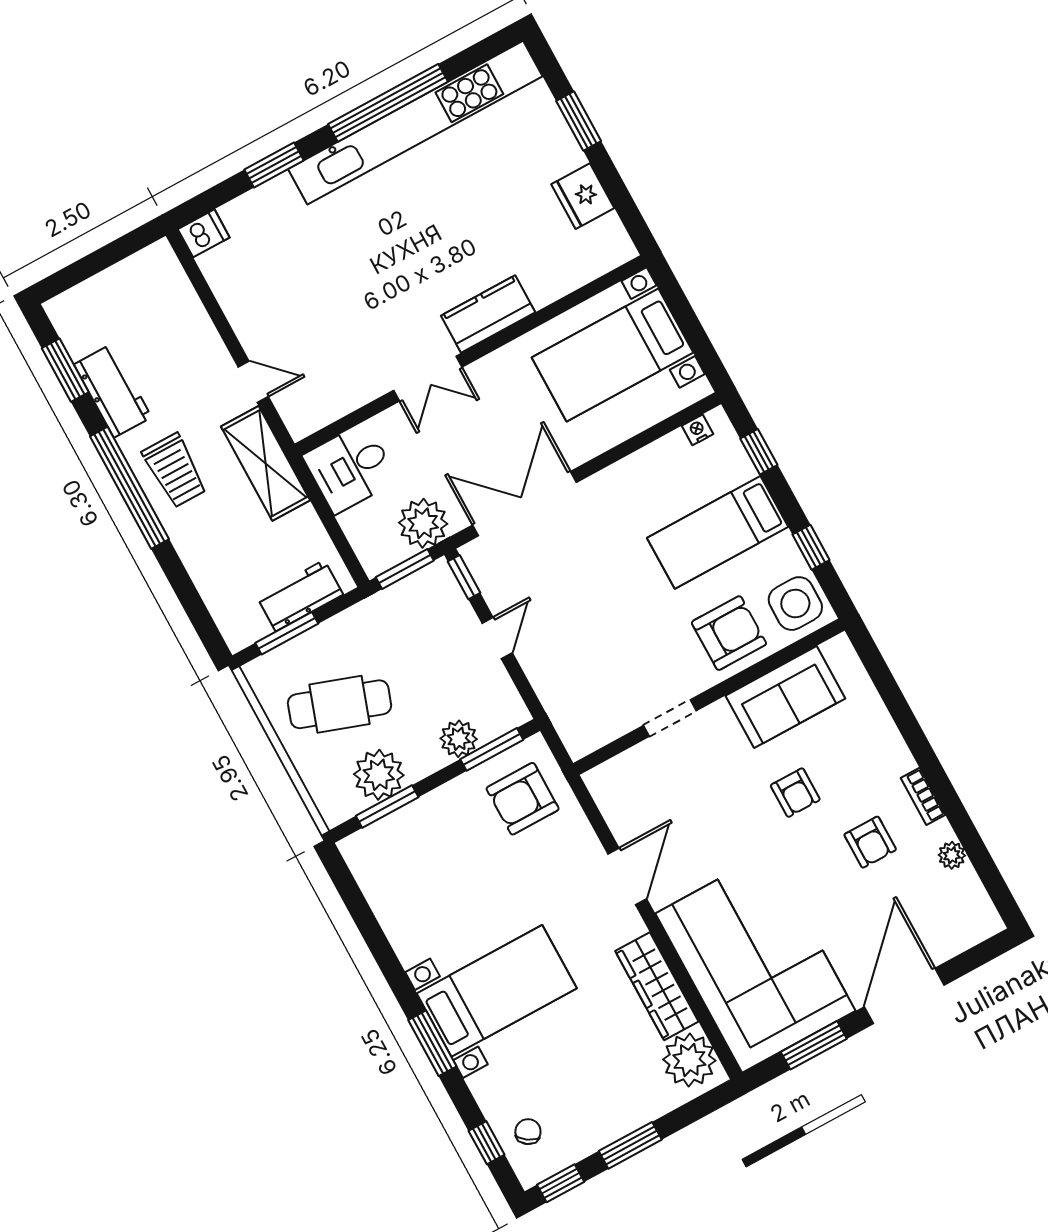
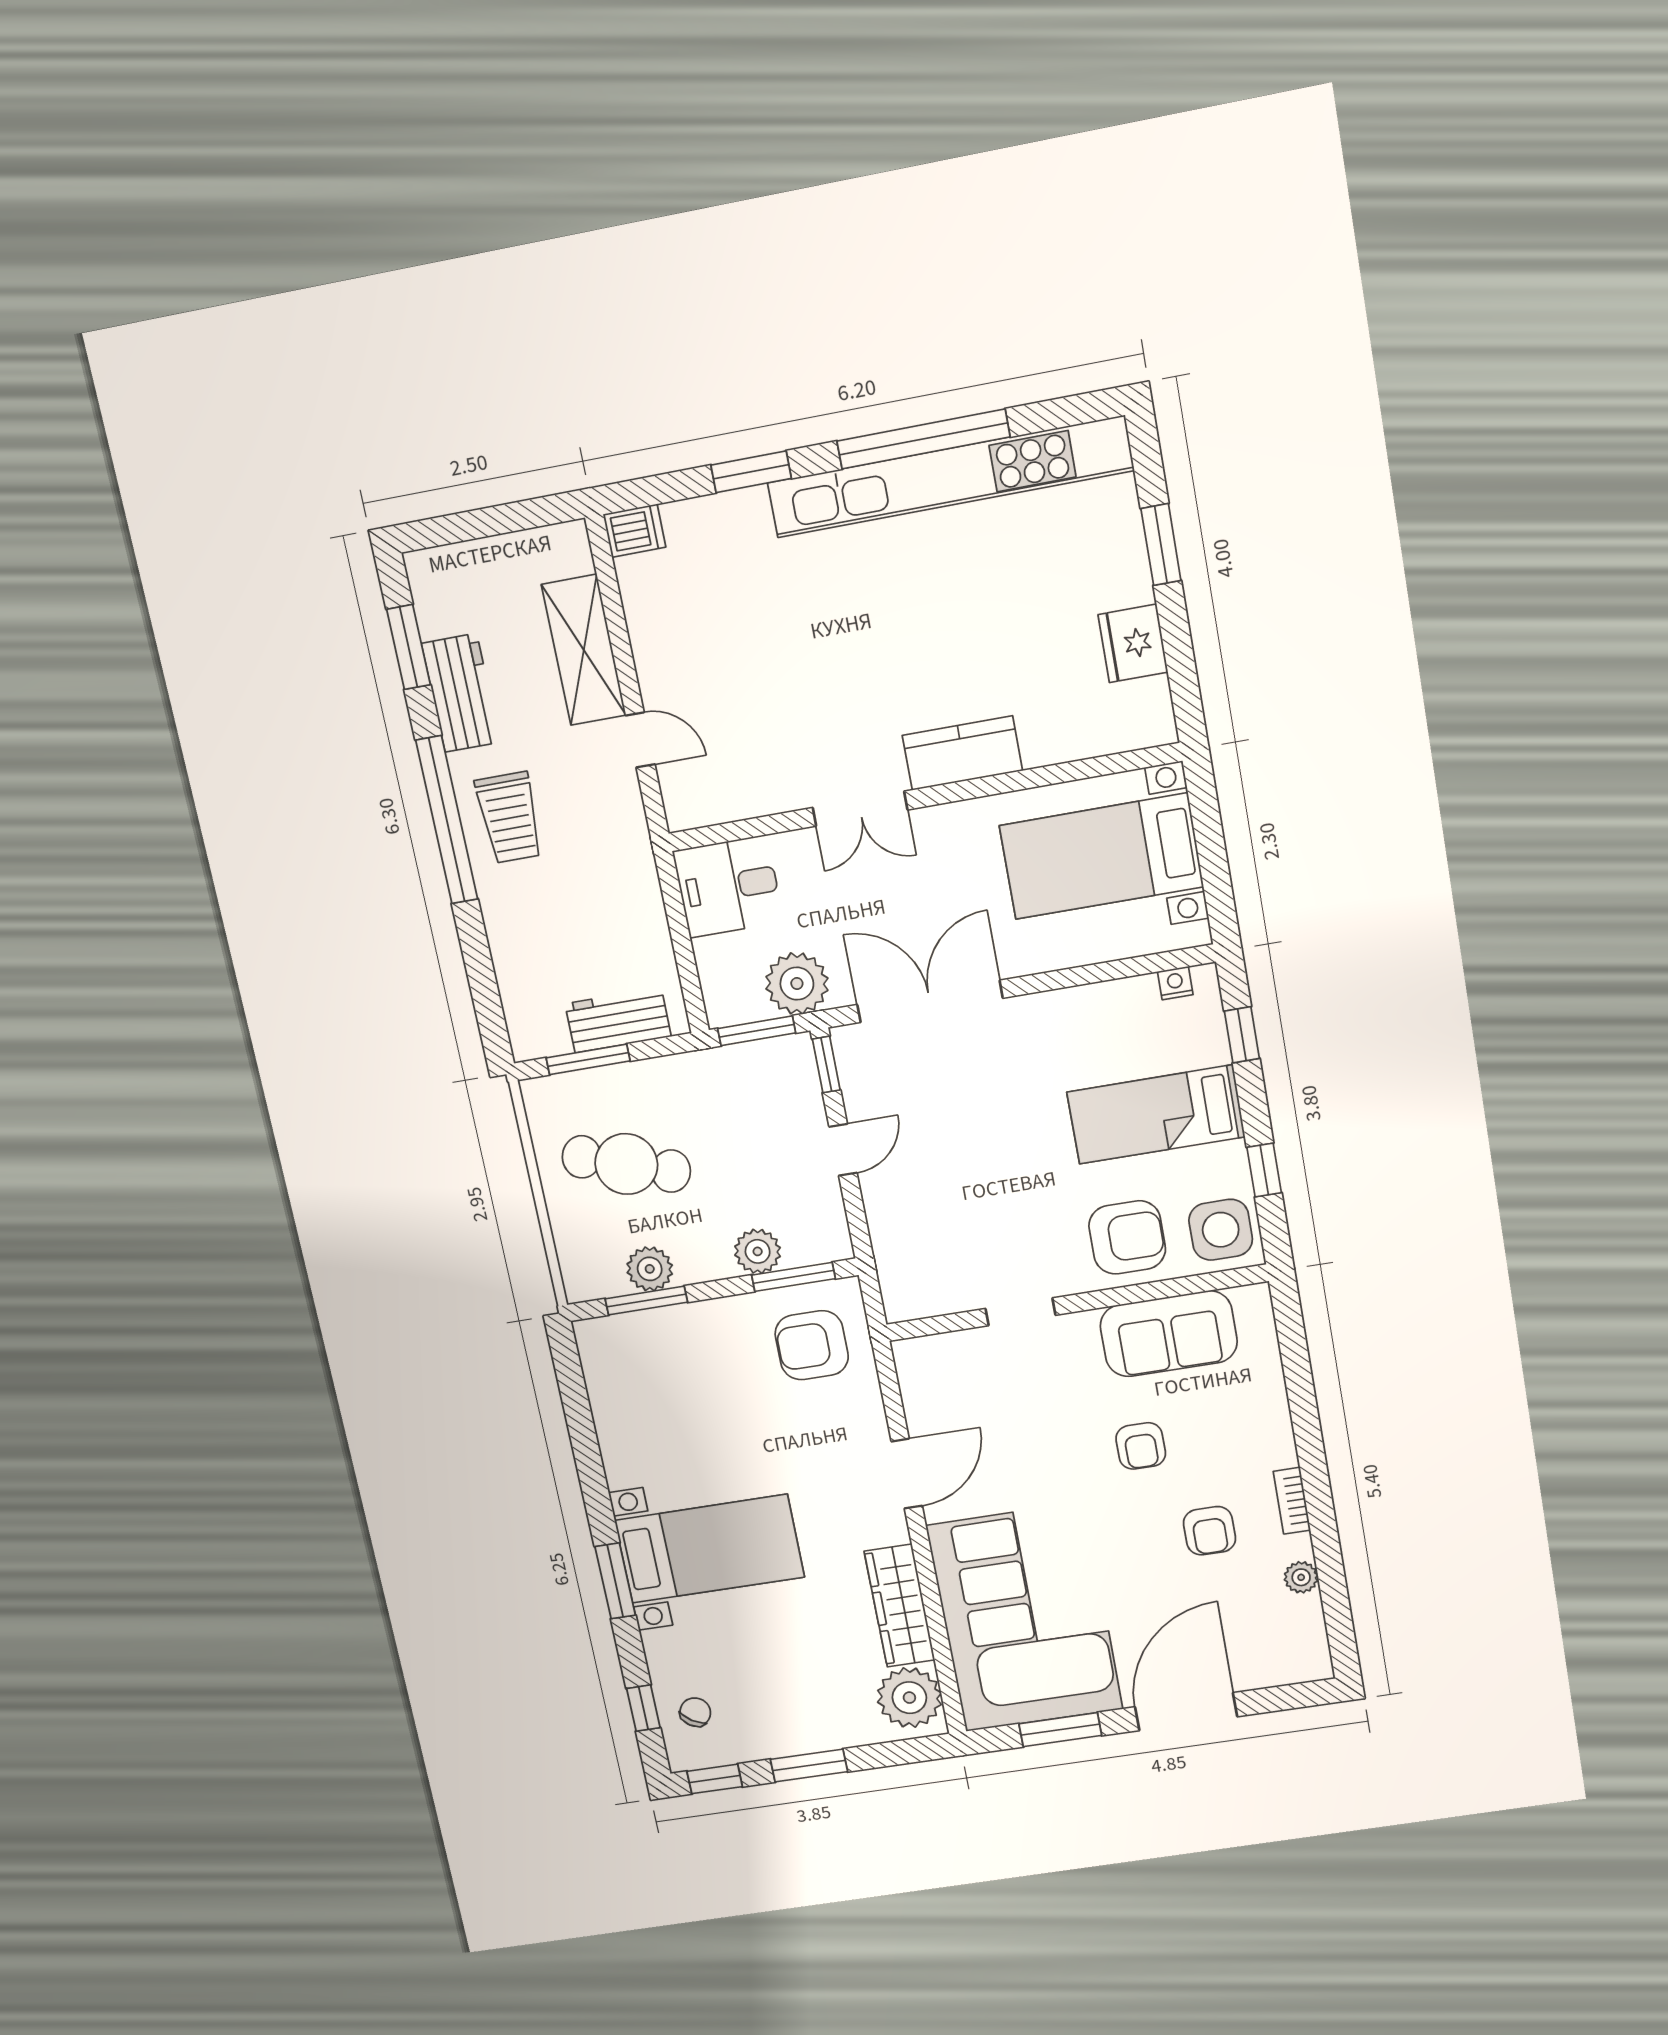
shelving: (265, 463) -> (584, 650), moved
plant: (379, 775) -> (650, 1269), width x0.73, depth x0.73

